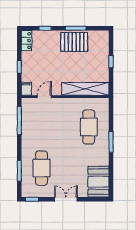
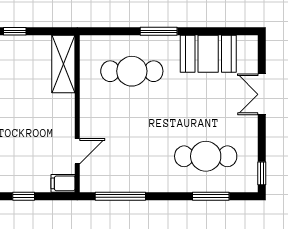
shelving: (85, 89) -> (63, 64), width x0.68
door: (44, 97) -> (77, 151), swing flipped
booth: (98, 182) -> (208, 54), moved
double door: (66, 199) -> (262, 94), moved

